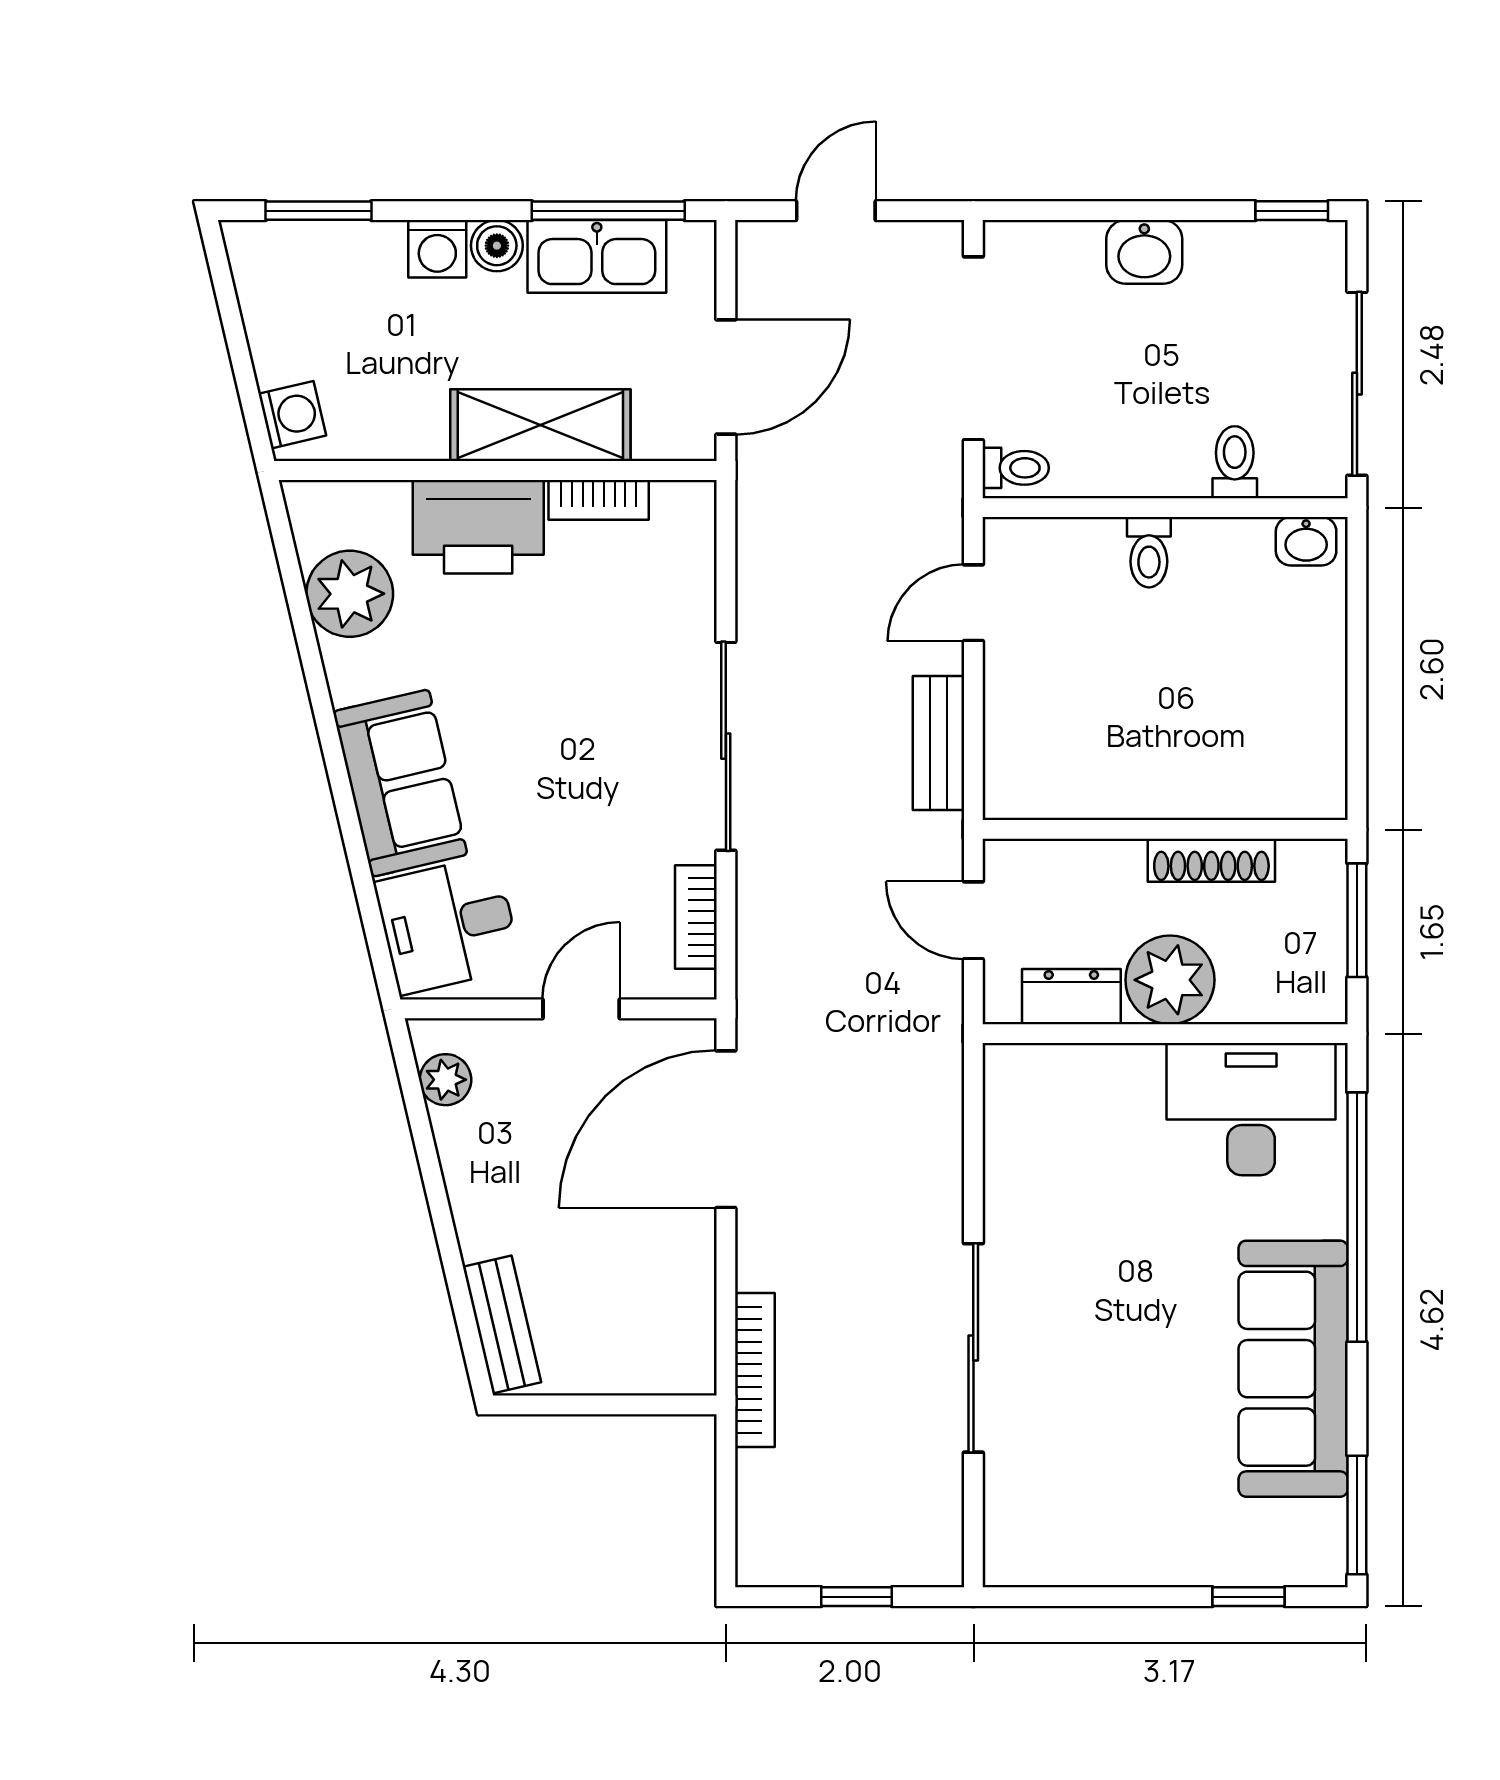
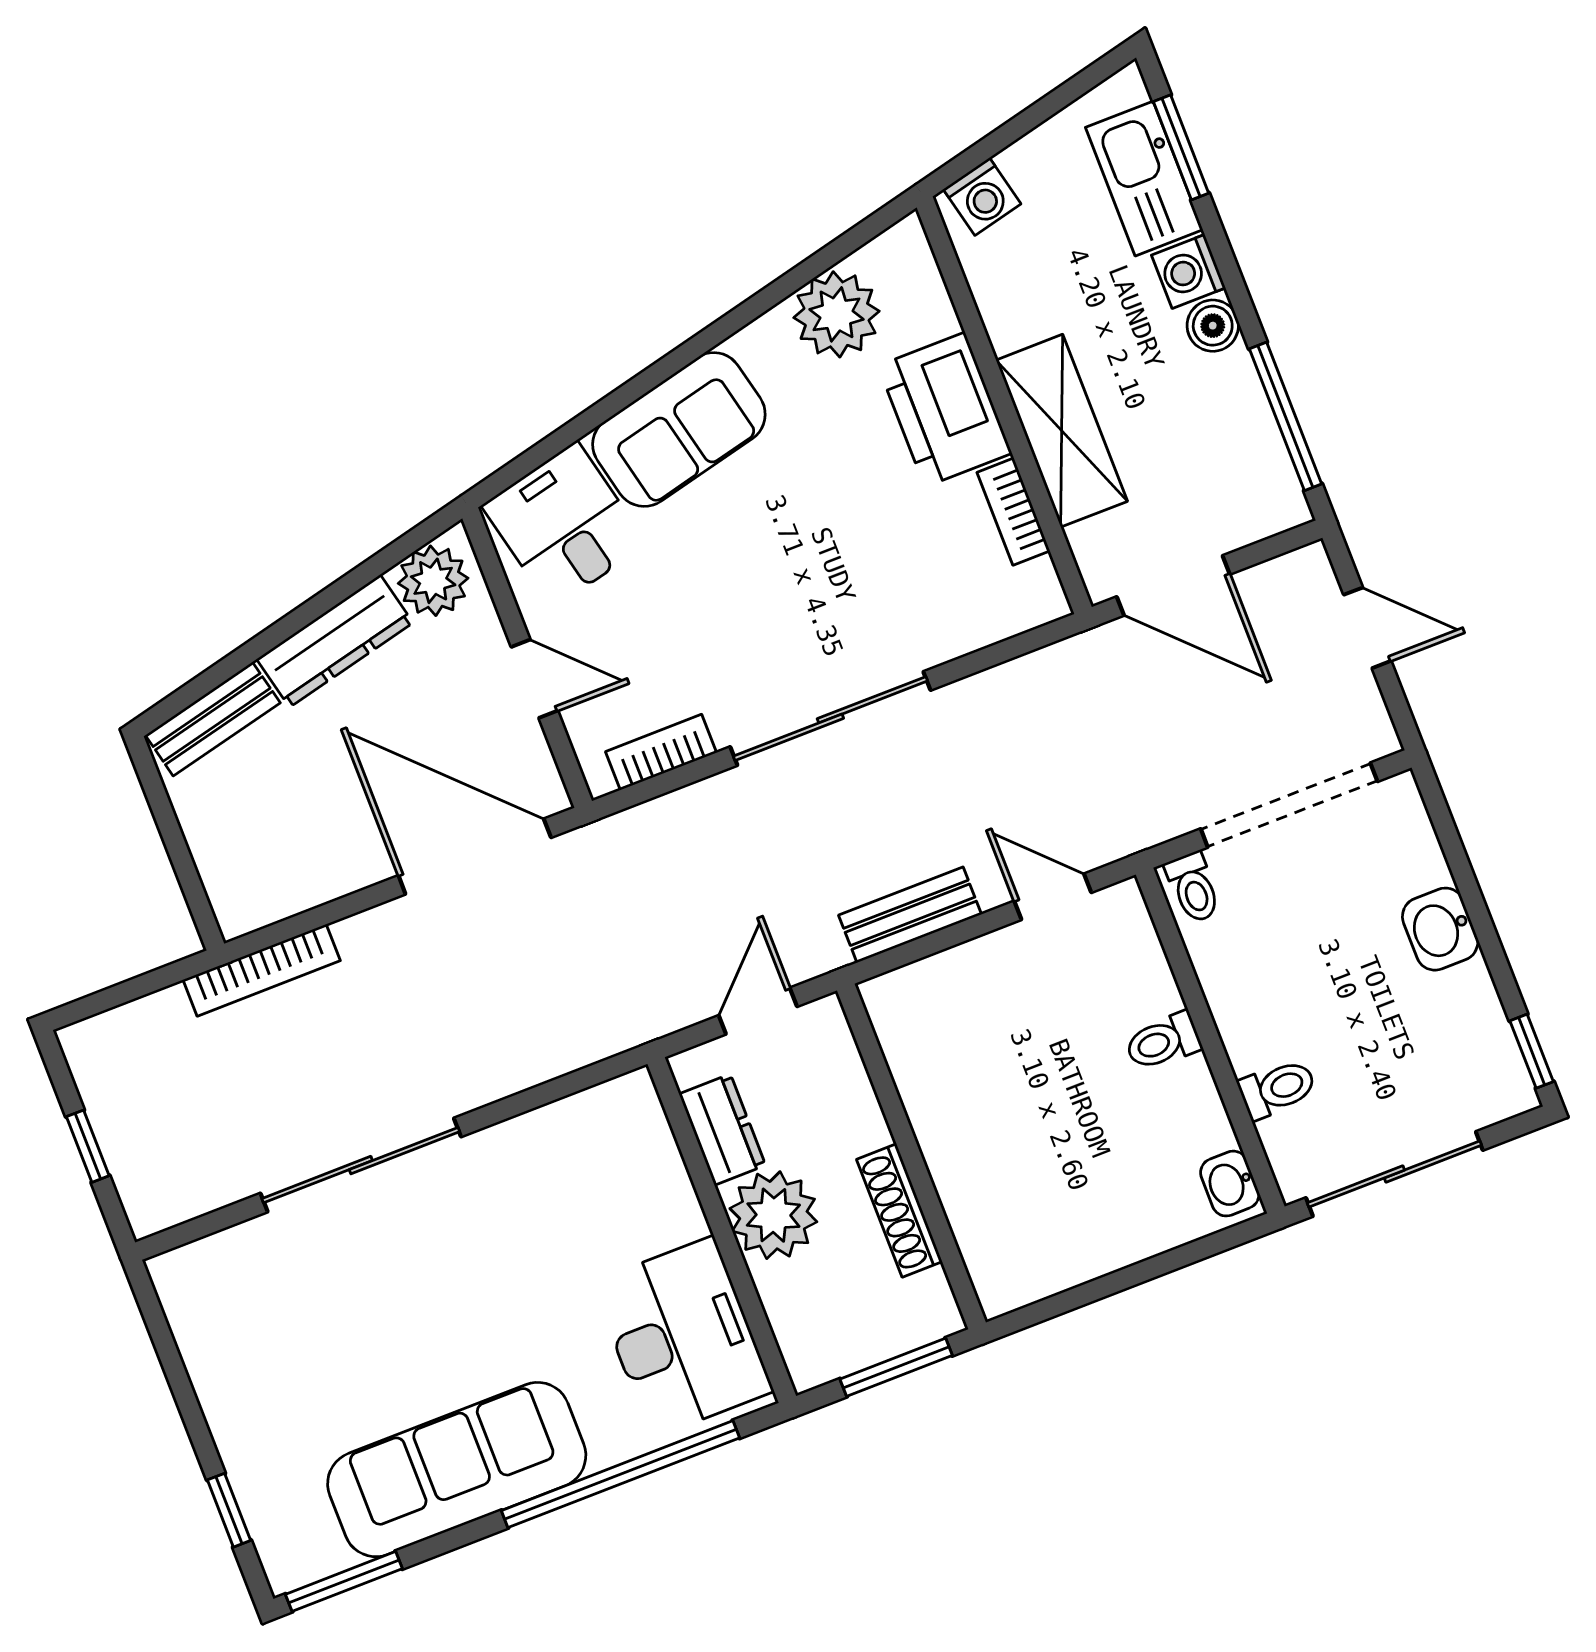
kitchen sink: (597, 256) -> (1144, 179), moved
plant: (445, 1080) -> (433, 581), width x1.38, depth x1.38
dresser: (473, 1182) -> (335, 641), added

